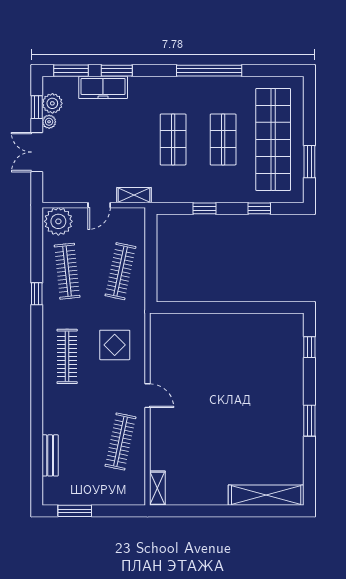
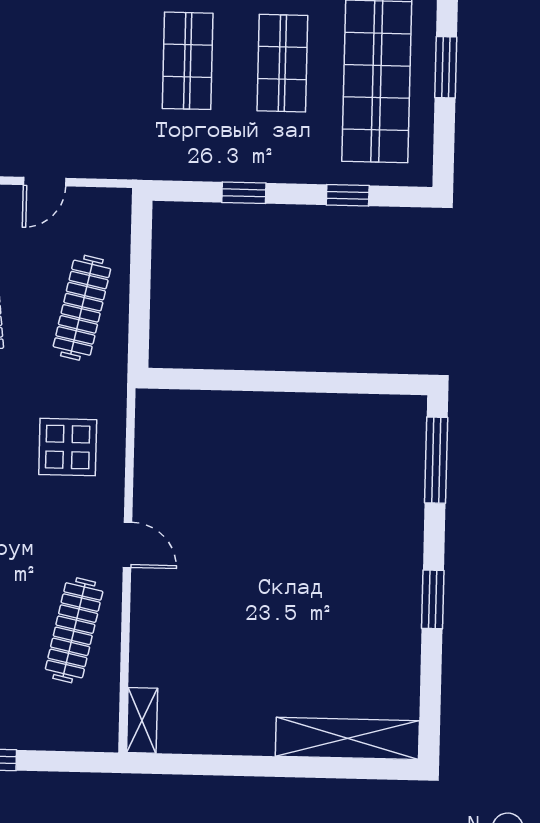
window: (309, 162) -> (446, 67), moved
shelving: (134, 195) -> (111, 164), removed
window: (309, 347) -> (436, 460), width x2.17

